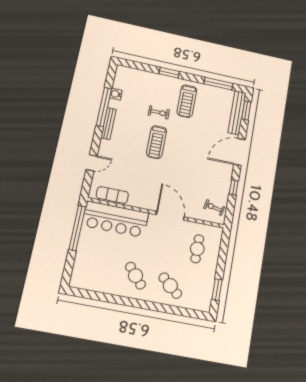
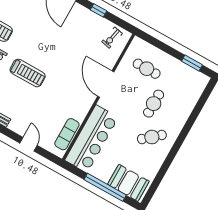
door: (170, 216) -> (106, 84), hinge flipped
window: (77, 228) -> (105, 187), moved
booth: (84, 268) -> (128, 183), added
cafe table: (170, 286) -> (154, 104), moved, turned -40

